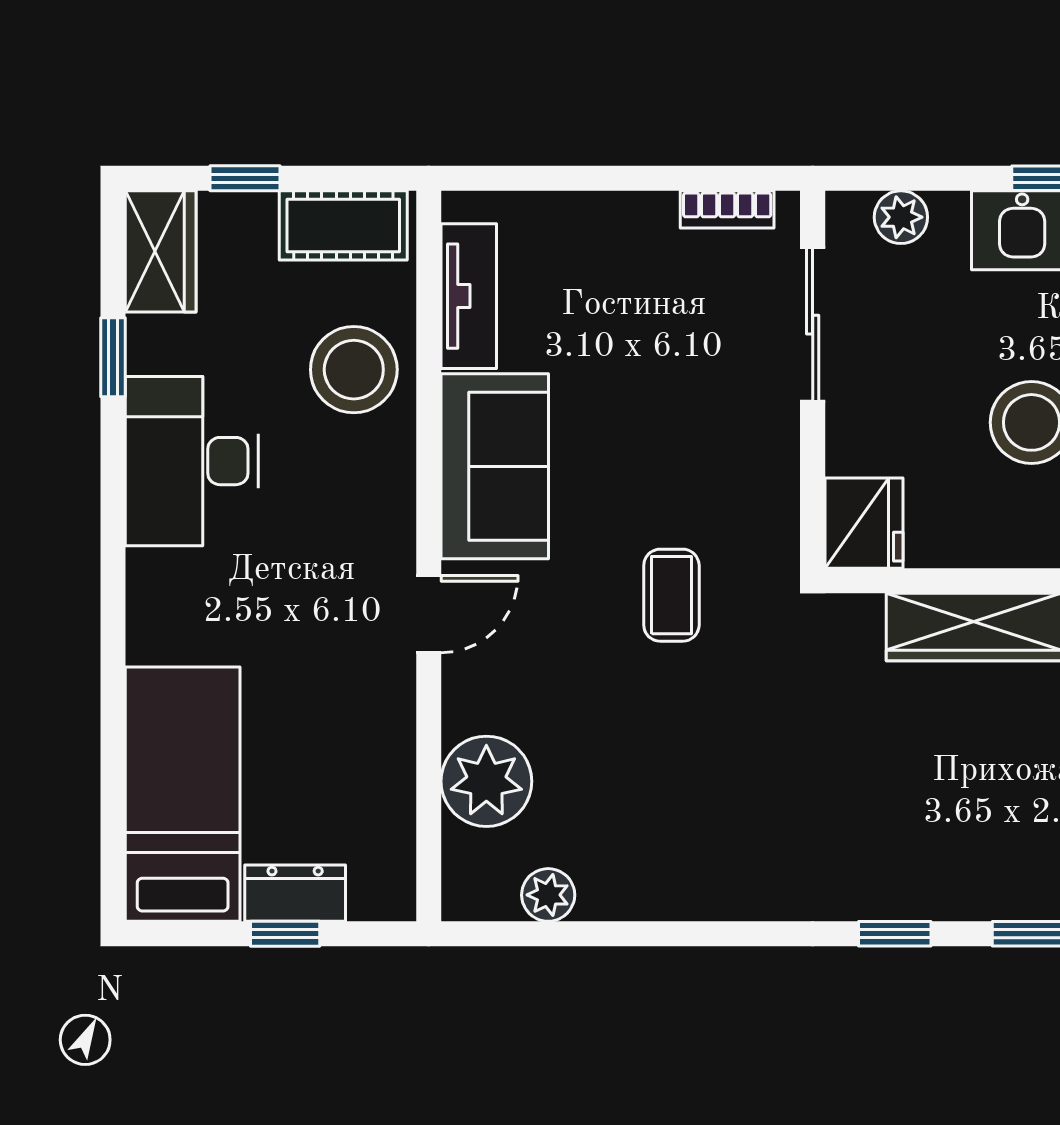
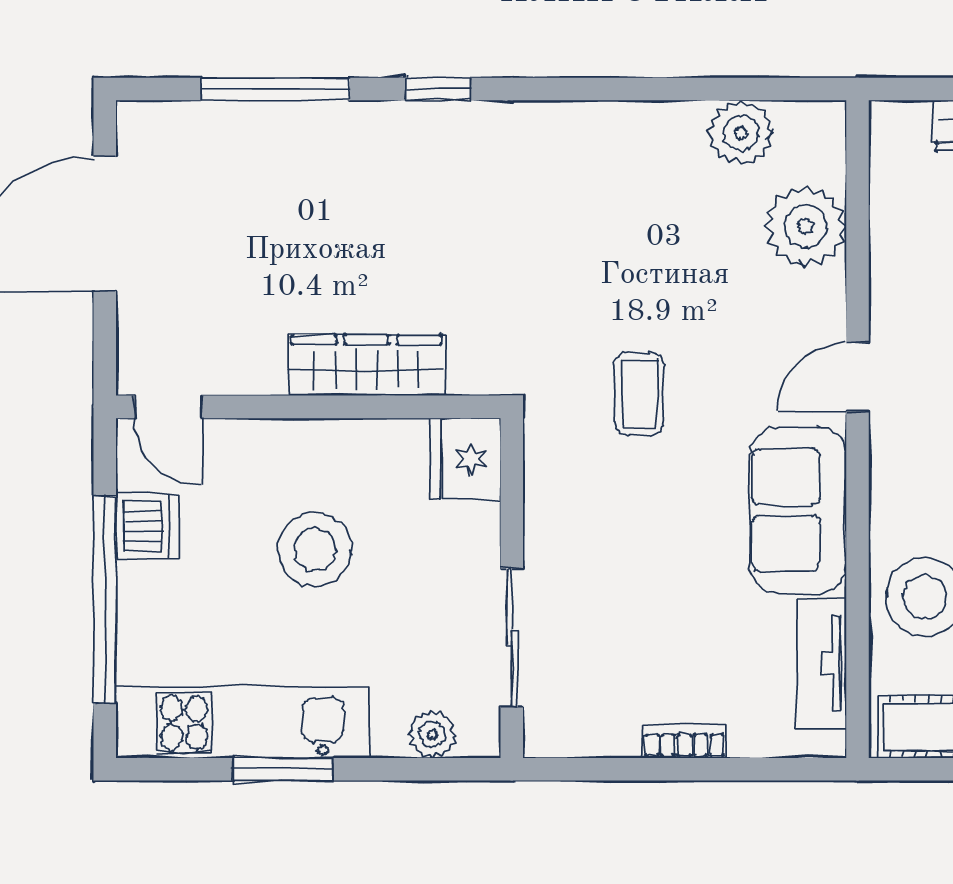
bookcase: (727, 209) -> (684, 741), moved
plant: (548, 895) -> (741, 133), width x1.38, depth x1.38

